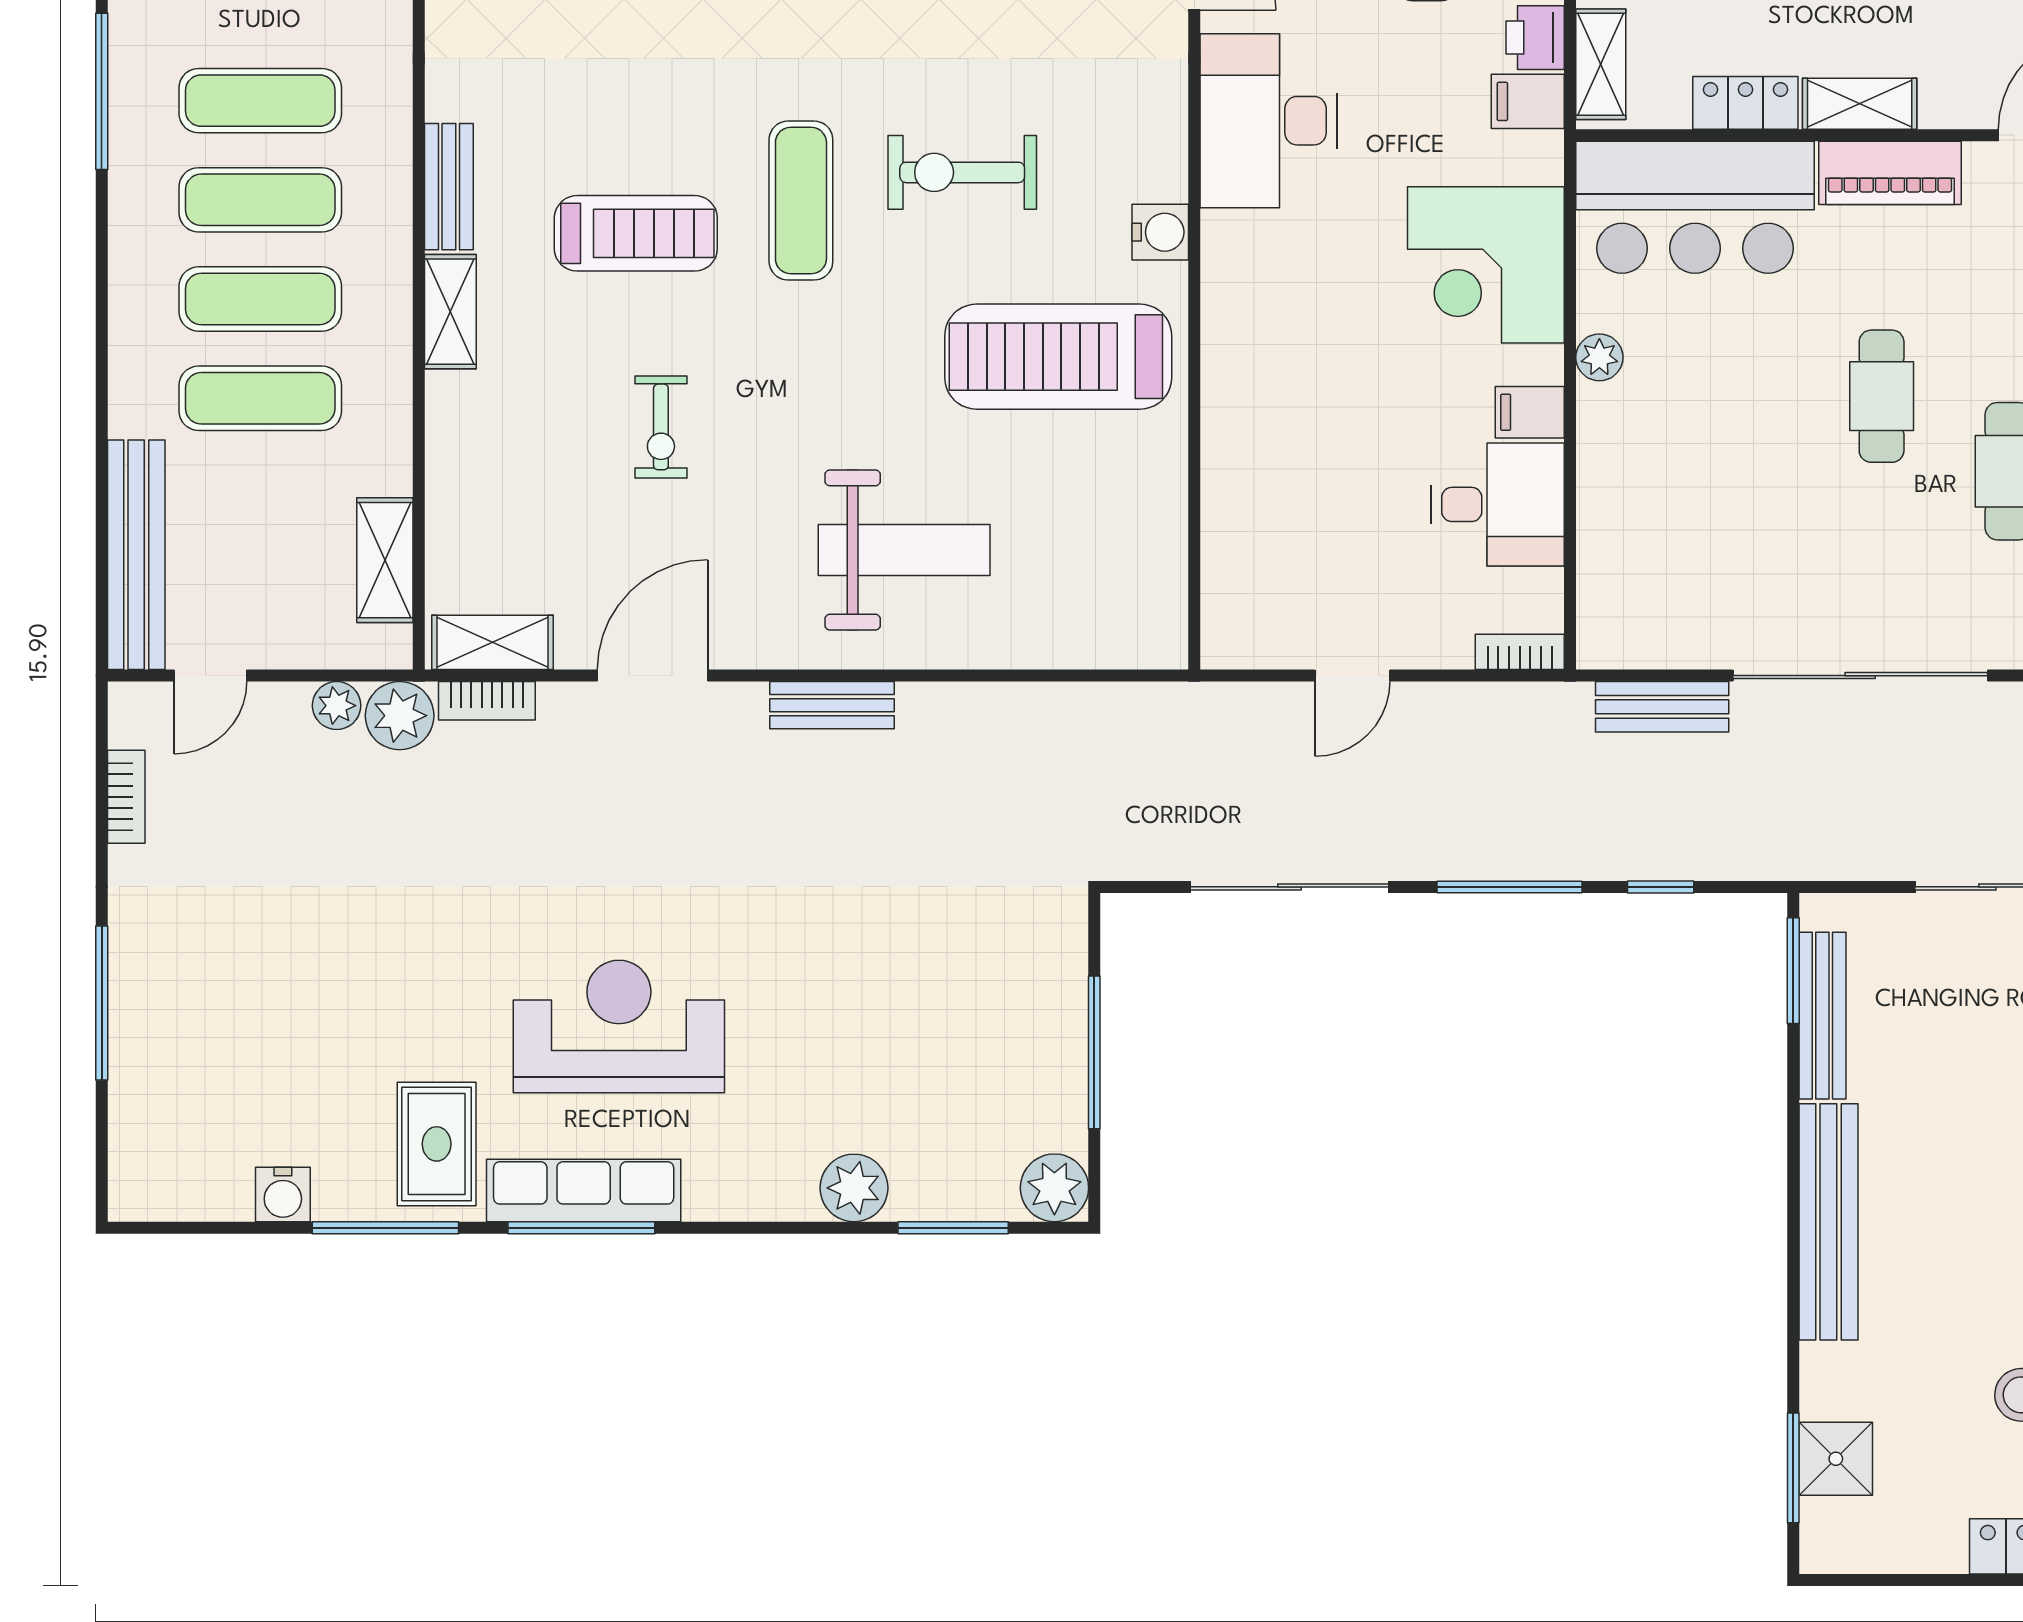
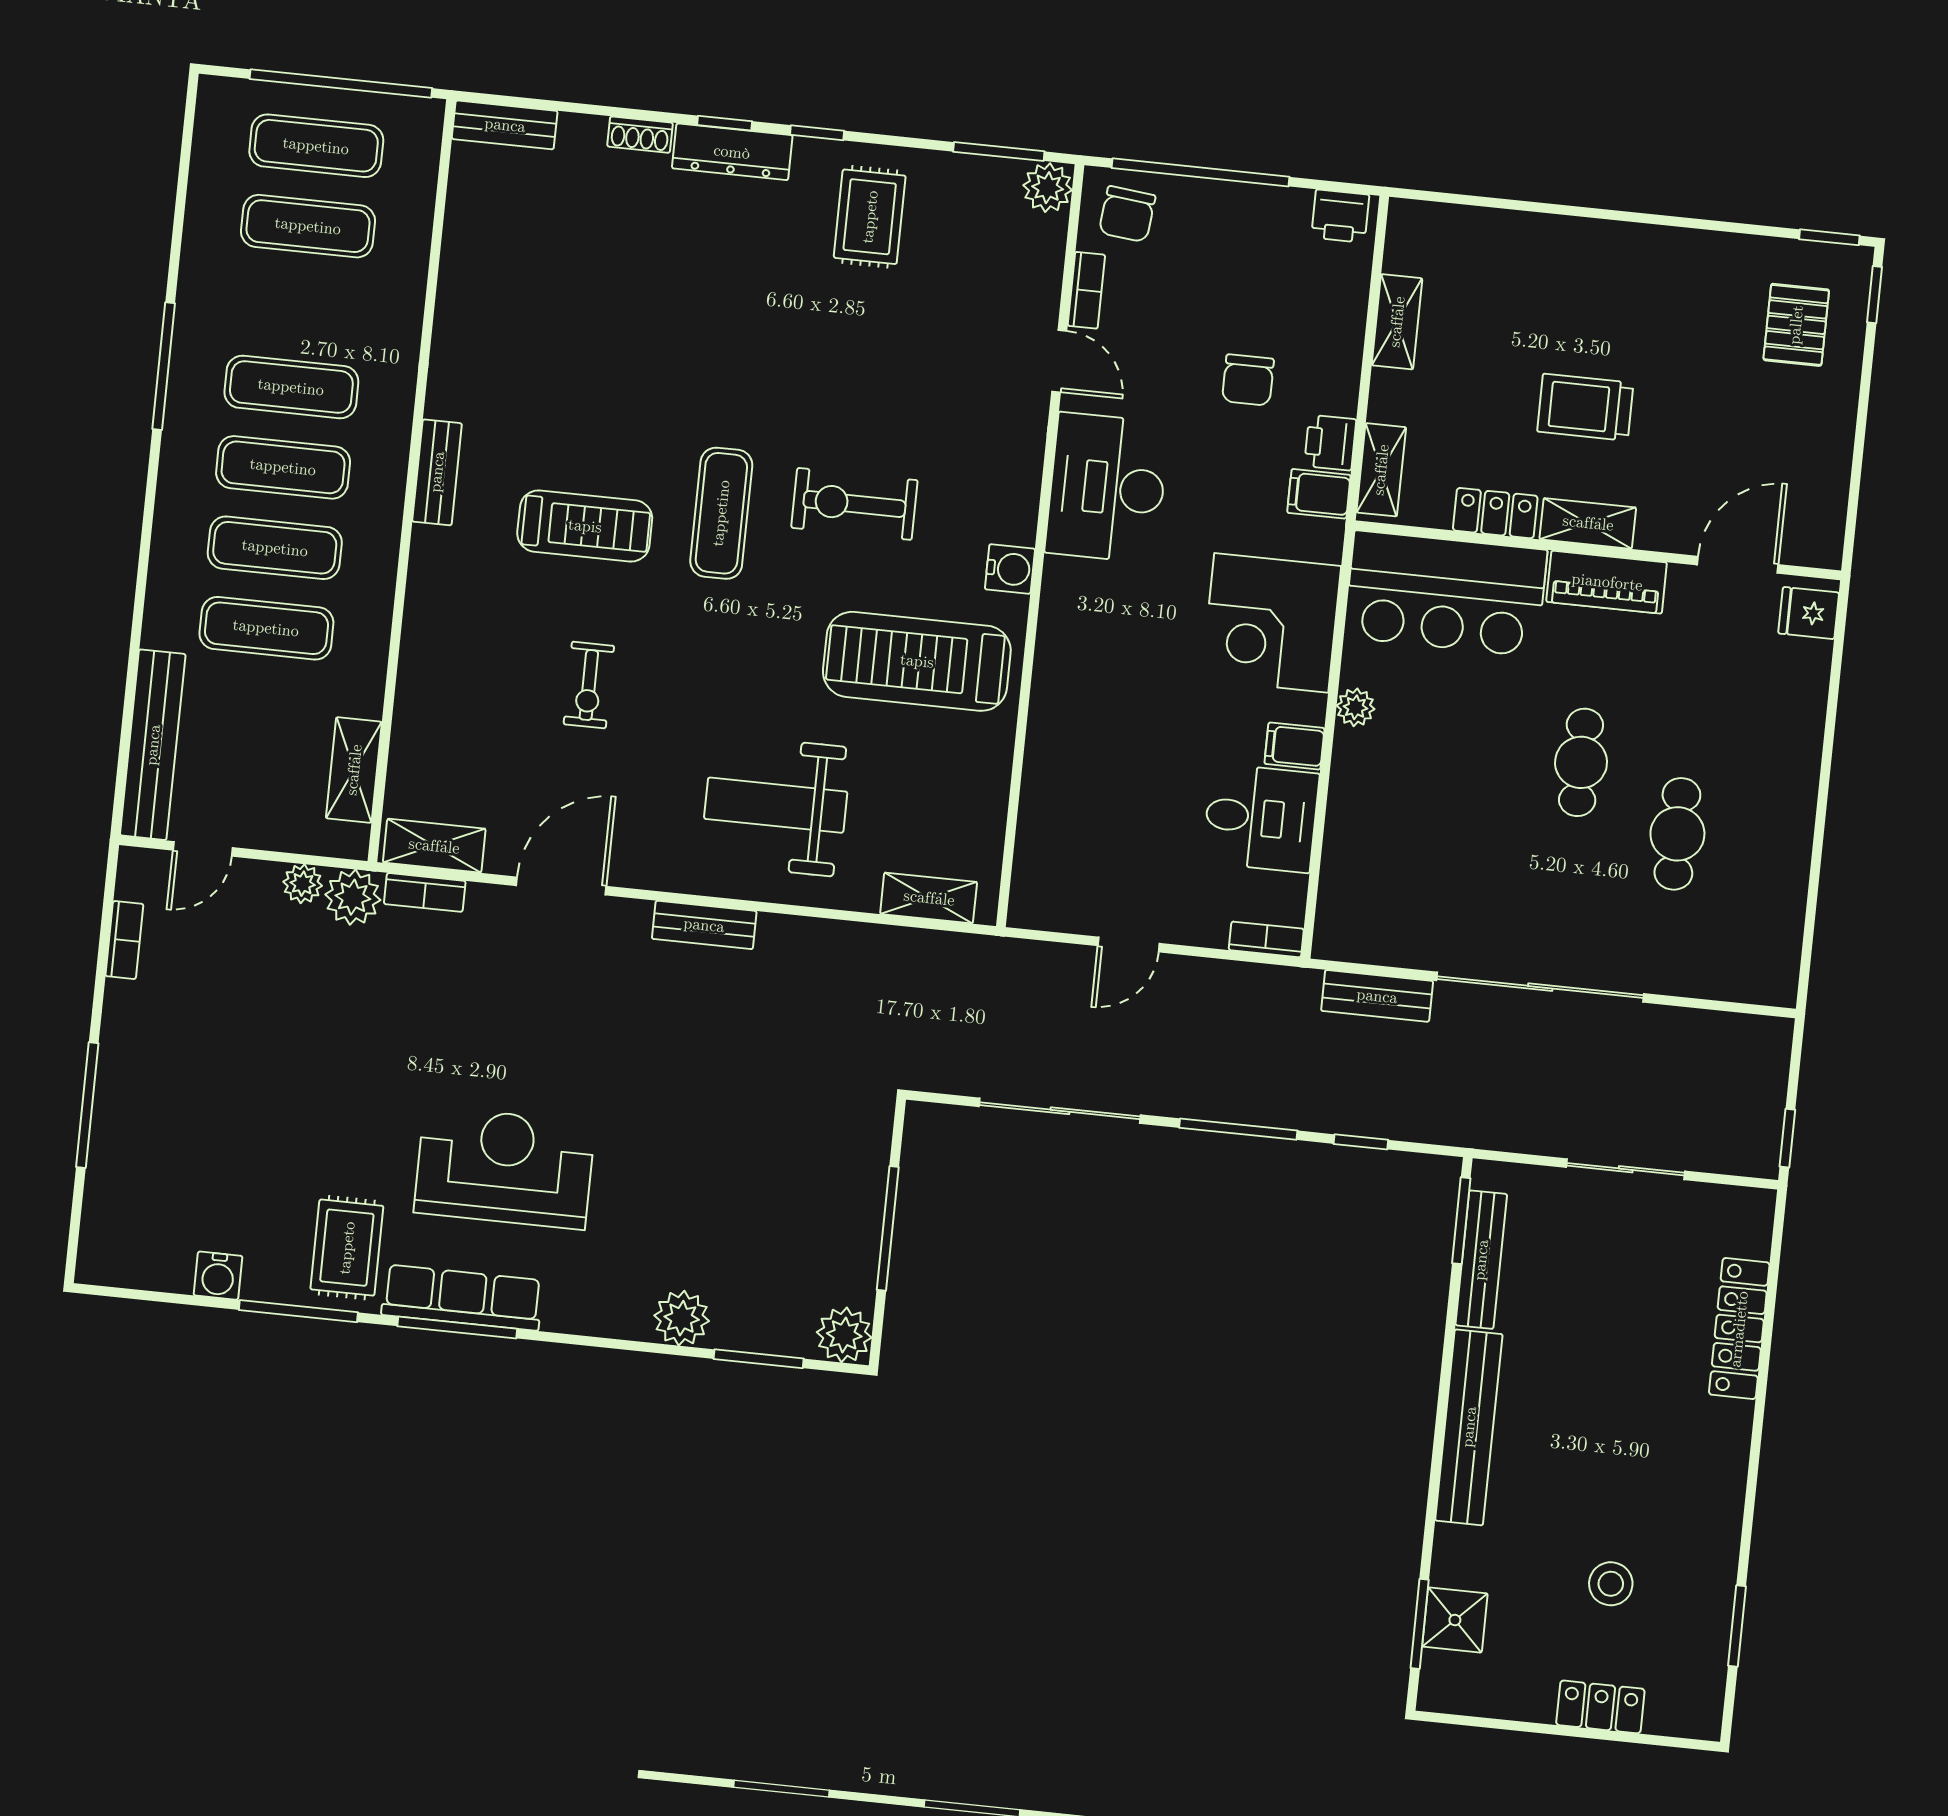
shelving: (450, 312) -> (929, 898), moved, turned 90
weight bench: (904, 550) -> (776, 805), turned 180

